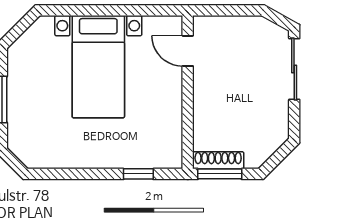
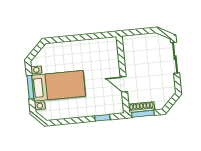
door: (188, 51) -> (124, 84), moved
bed with nightstands: (98, 67) -> (59, 86), moved, turned -90

